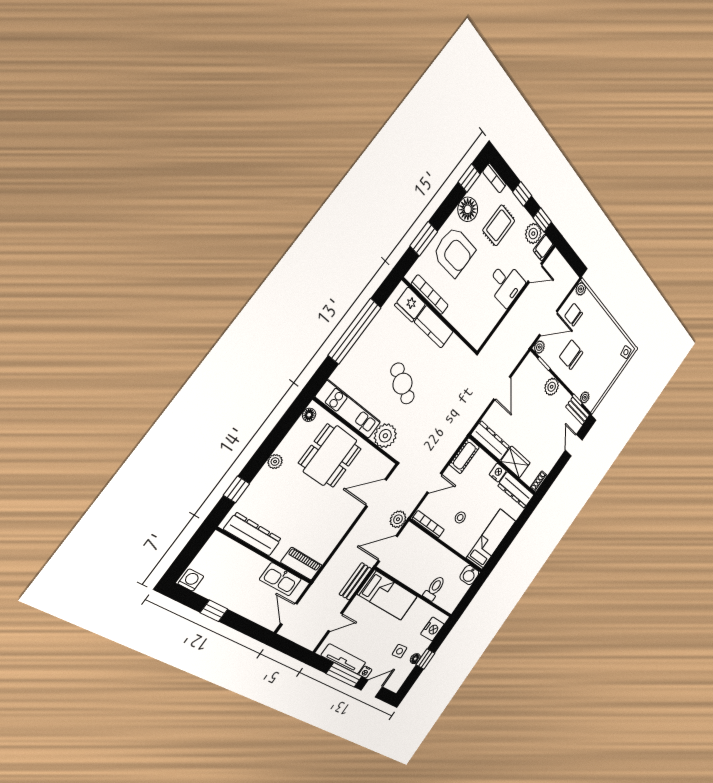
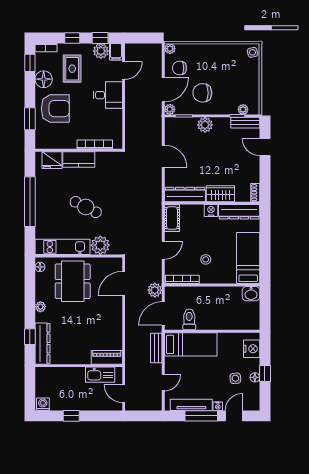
bookcase: (430, 295) -> (95, 144), moved
dresser: (253, 534) -> (43, 344), moved, turned 90
toilet: (434, 588) -> (189, 319), moved

